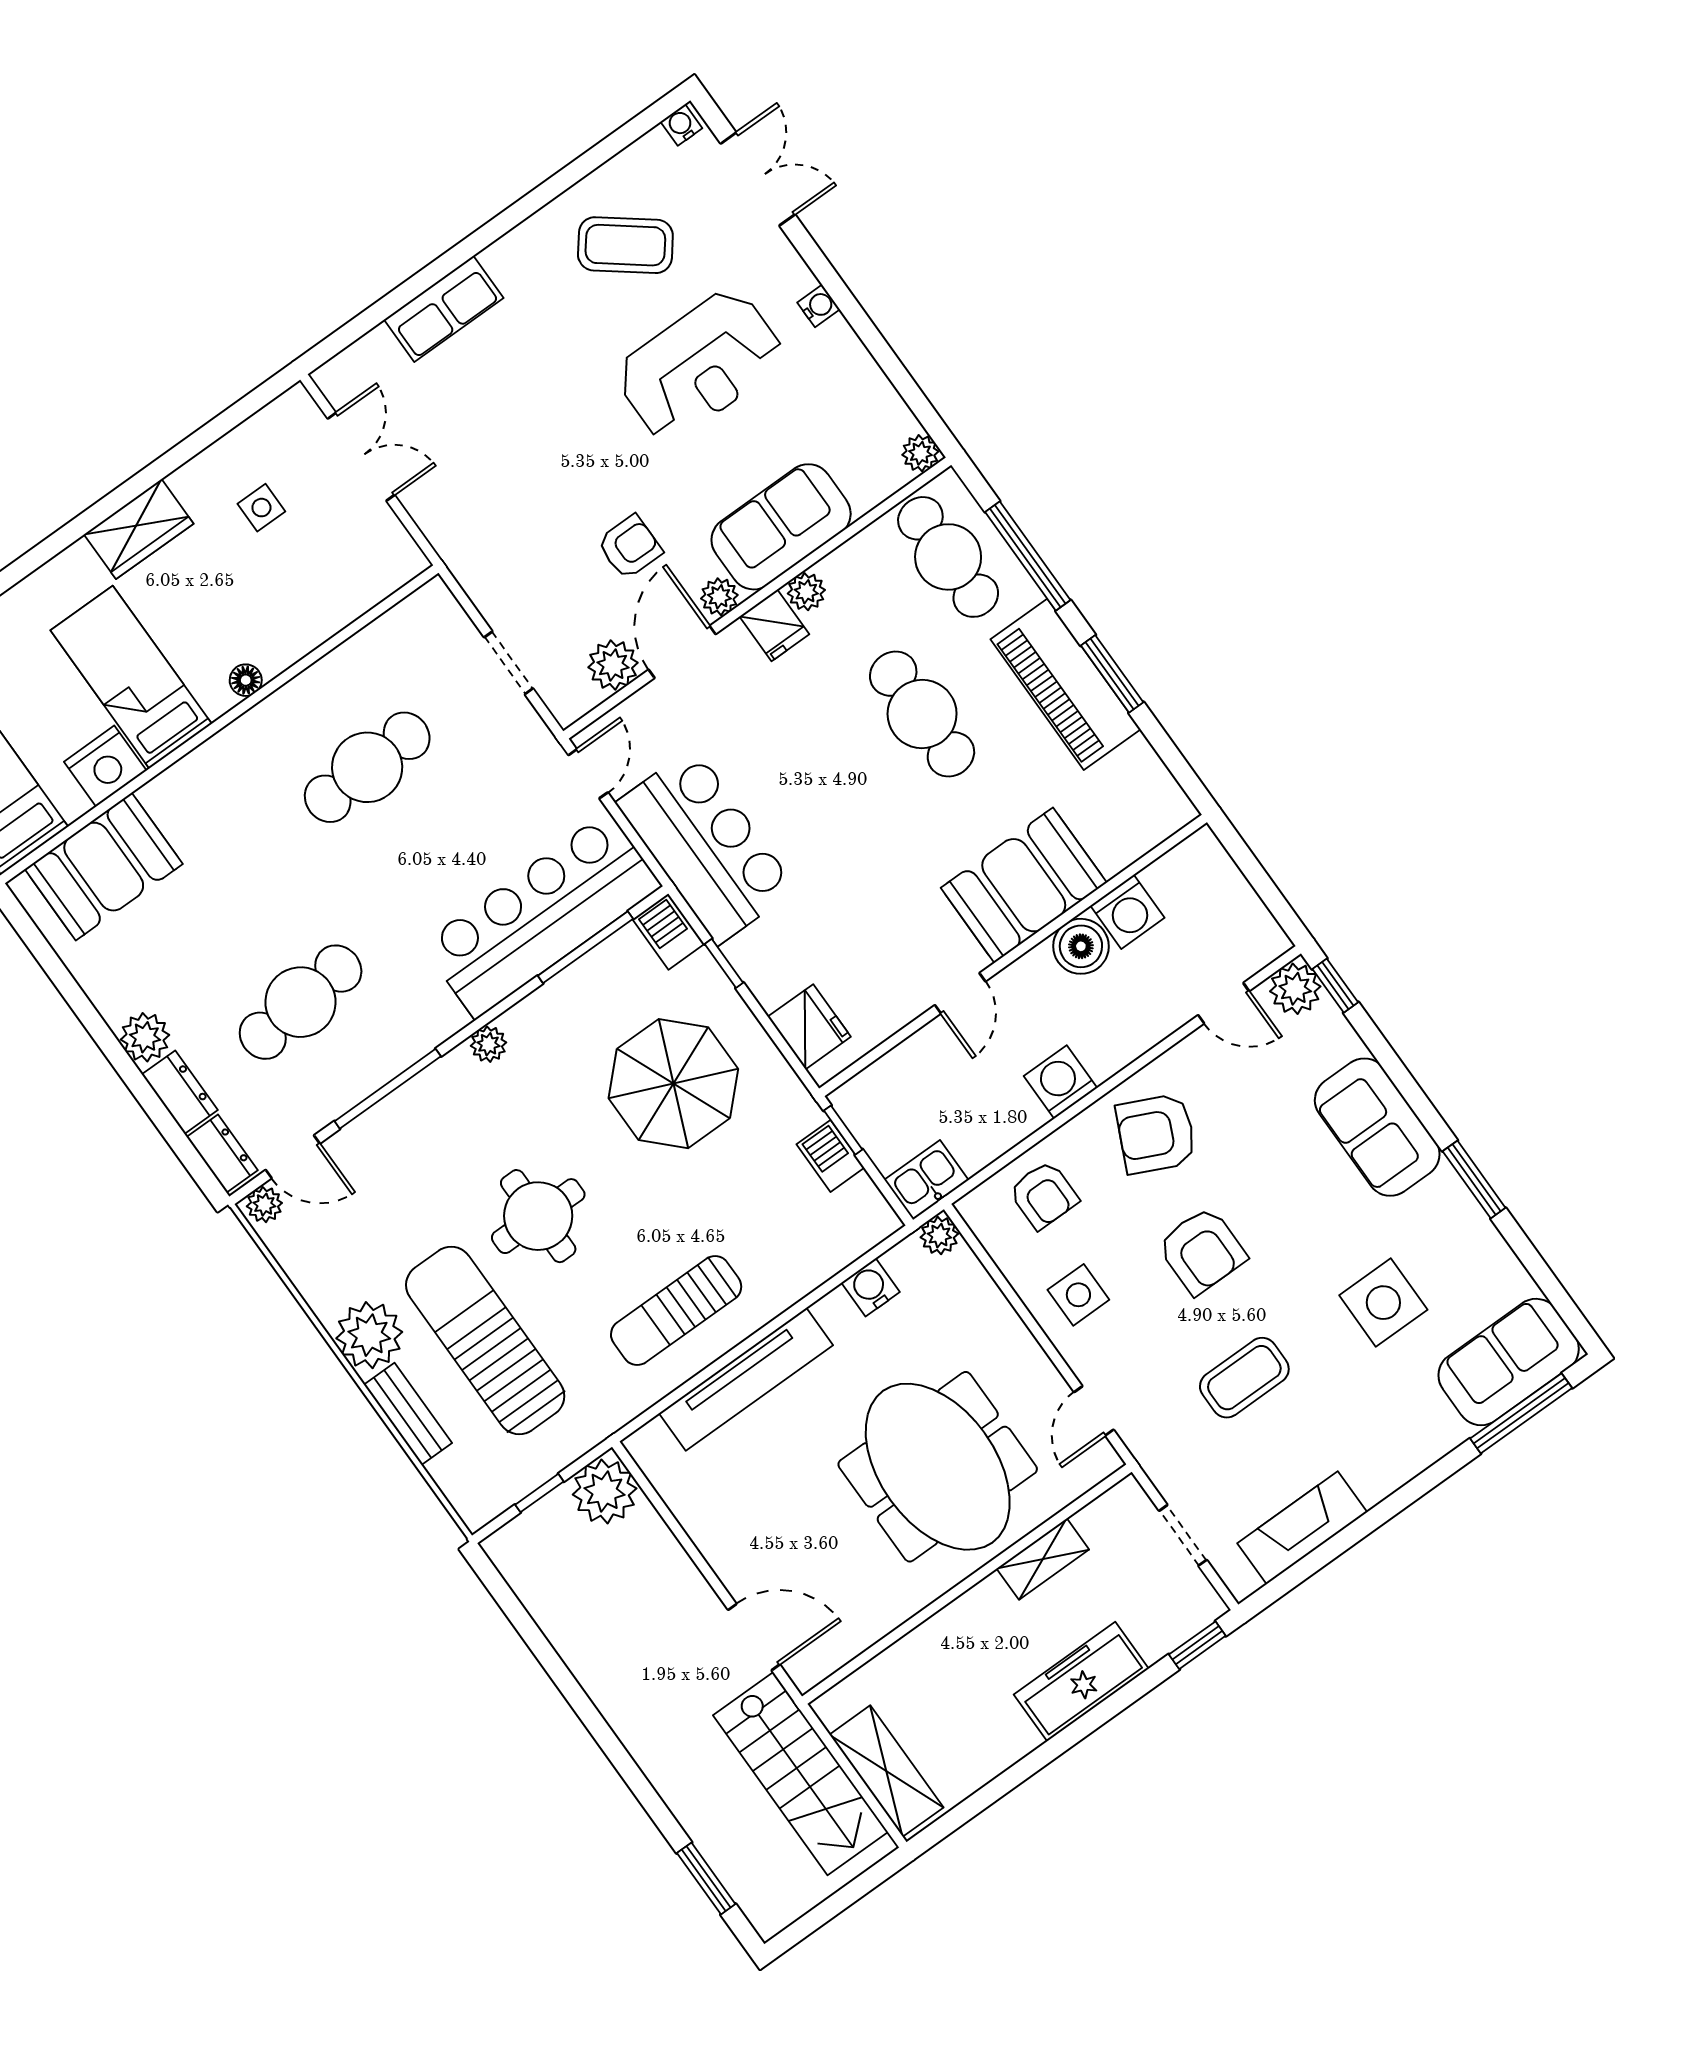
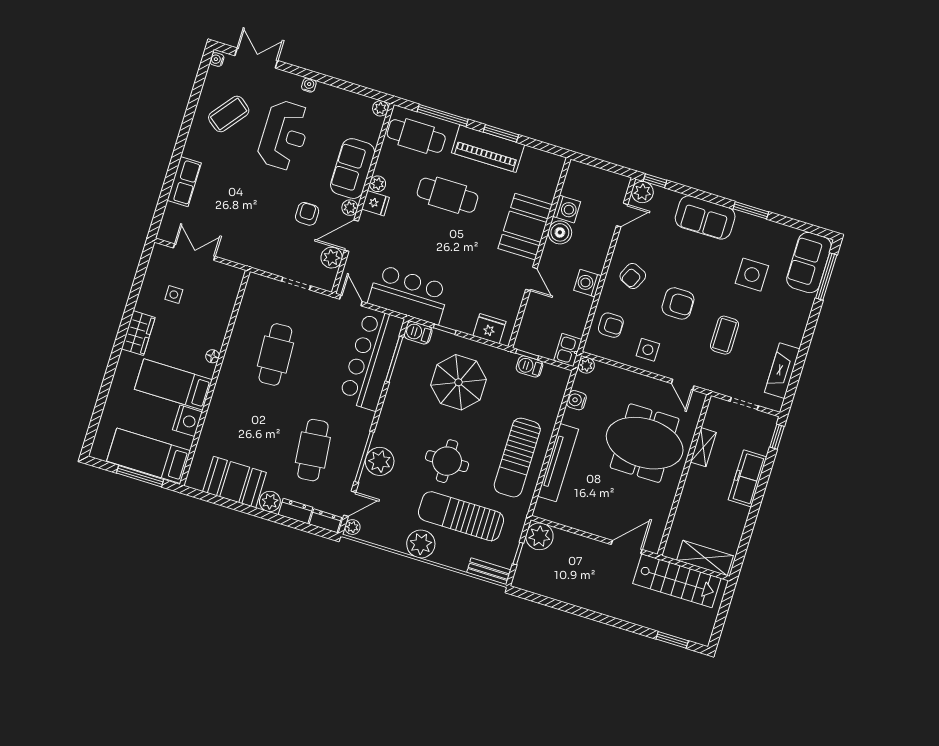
door: (682, 652) -> (351, 236), hinge flipped
booth: (104, 867) -> (235, 482), moved, turned 90
plant: (489, 1044) -> (380, 461), moved, width x1.88, depth x1.88
armchair: (1156, 1134) -> (633, 276), width x0.72, depth x0.72
sun lounger: (676, 1310) -> (517, 458), width x1.36, depth x1.34
bench: (408, 1414) -> (489, 571), moved

